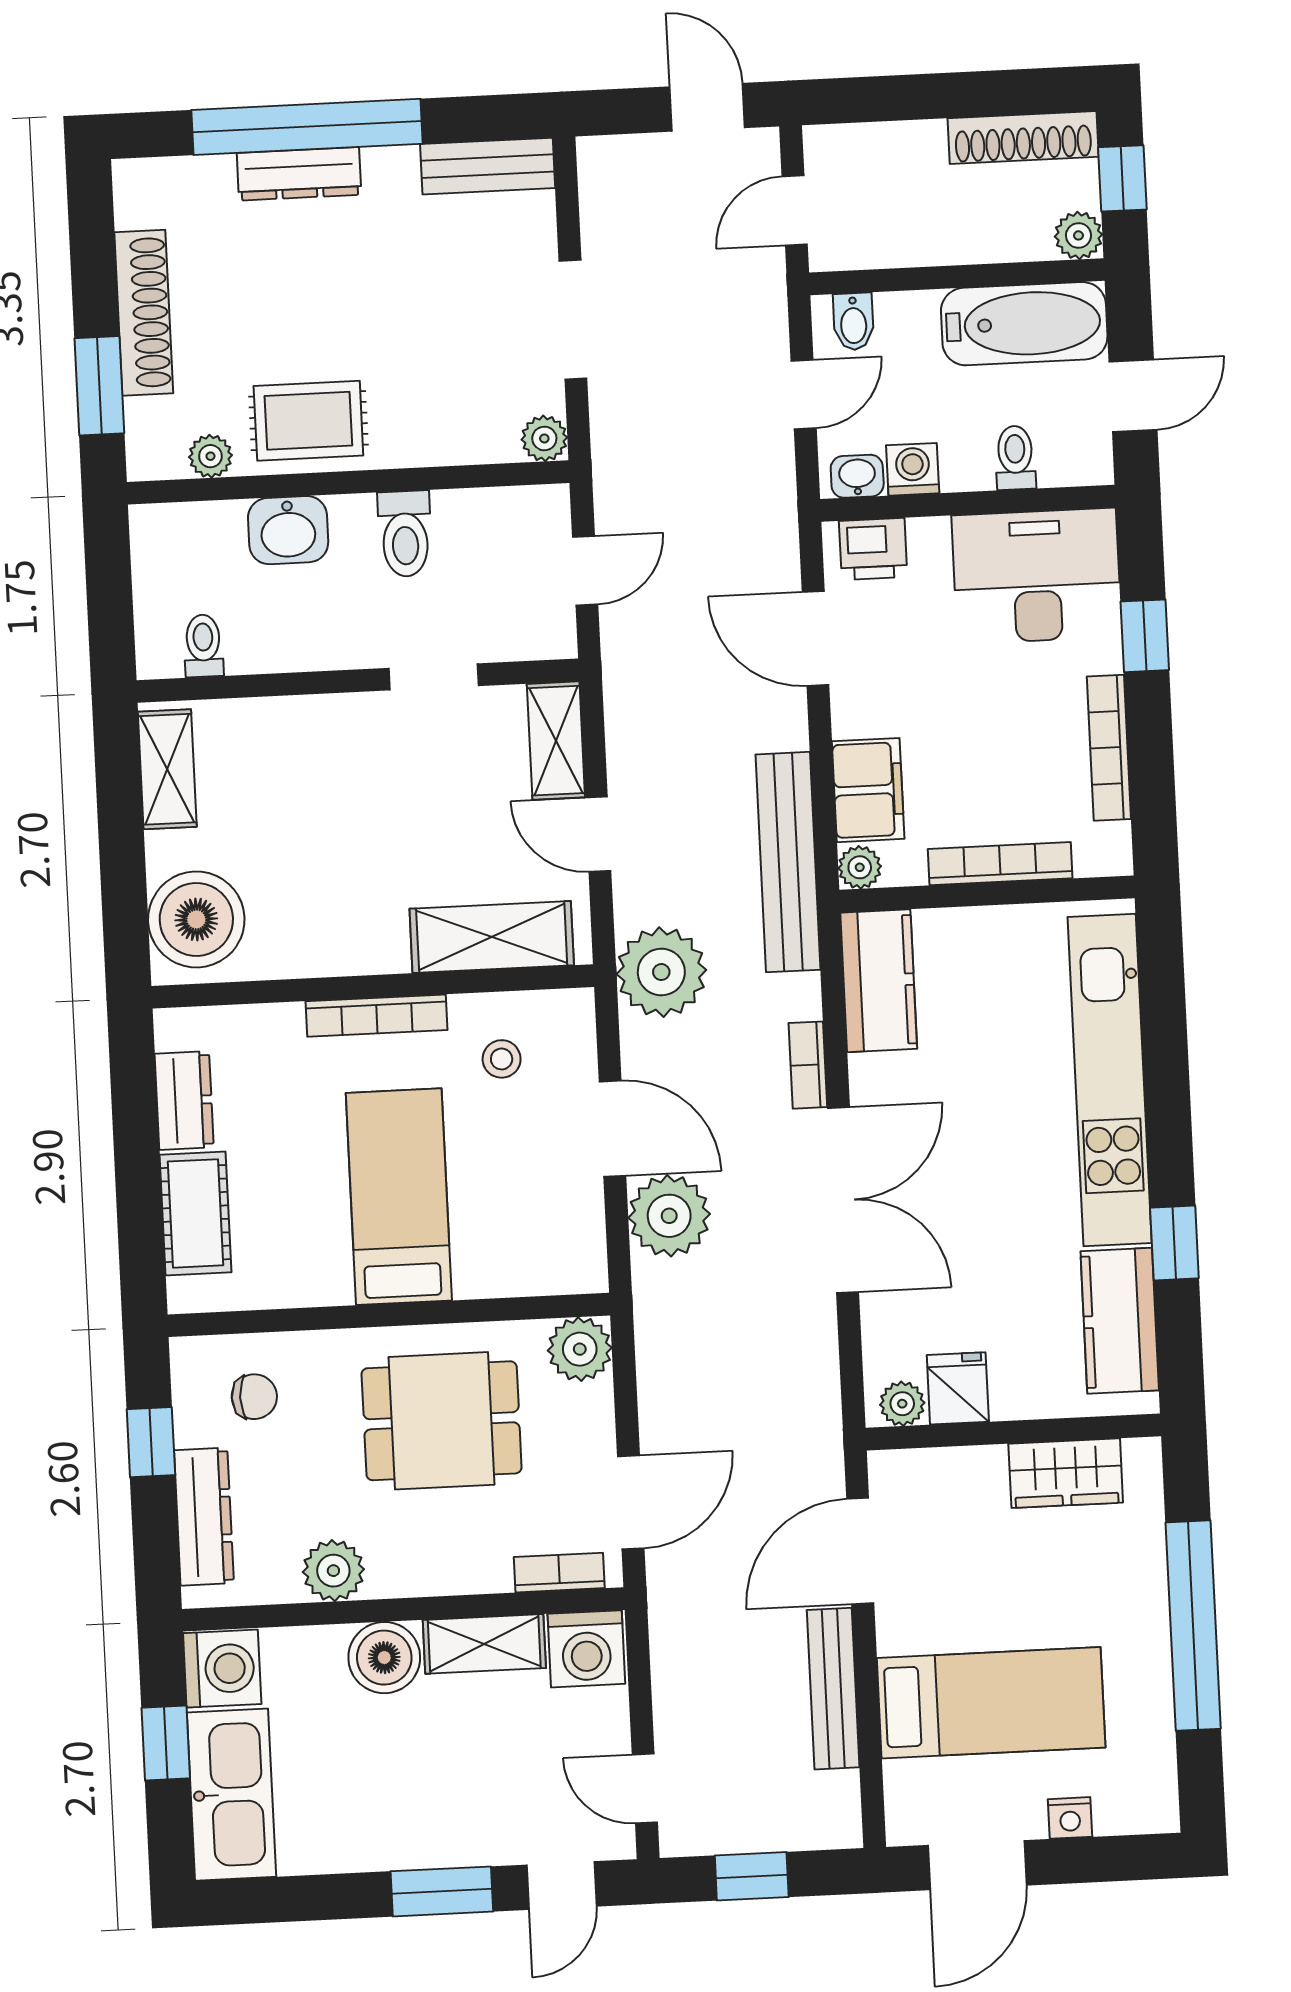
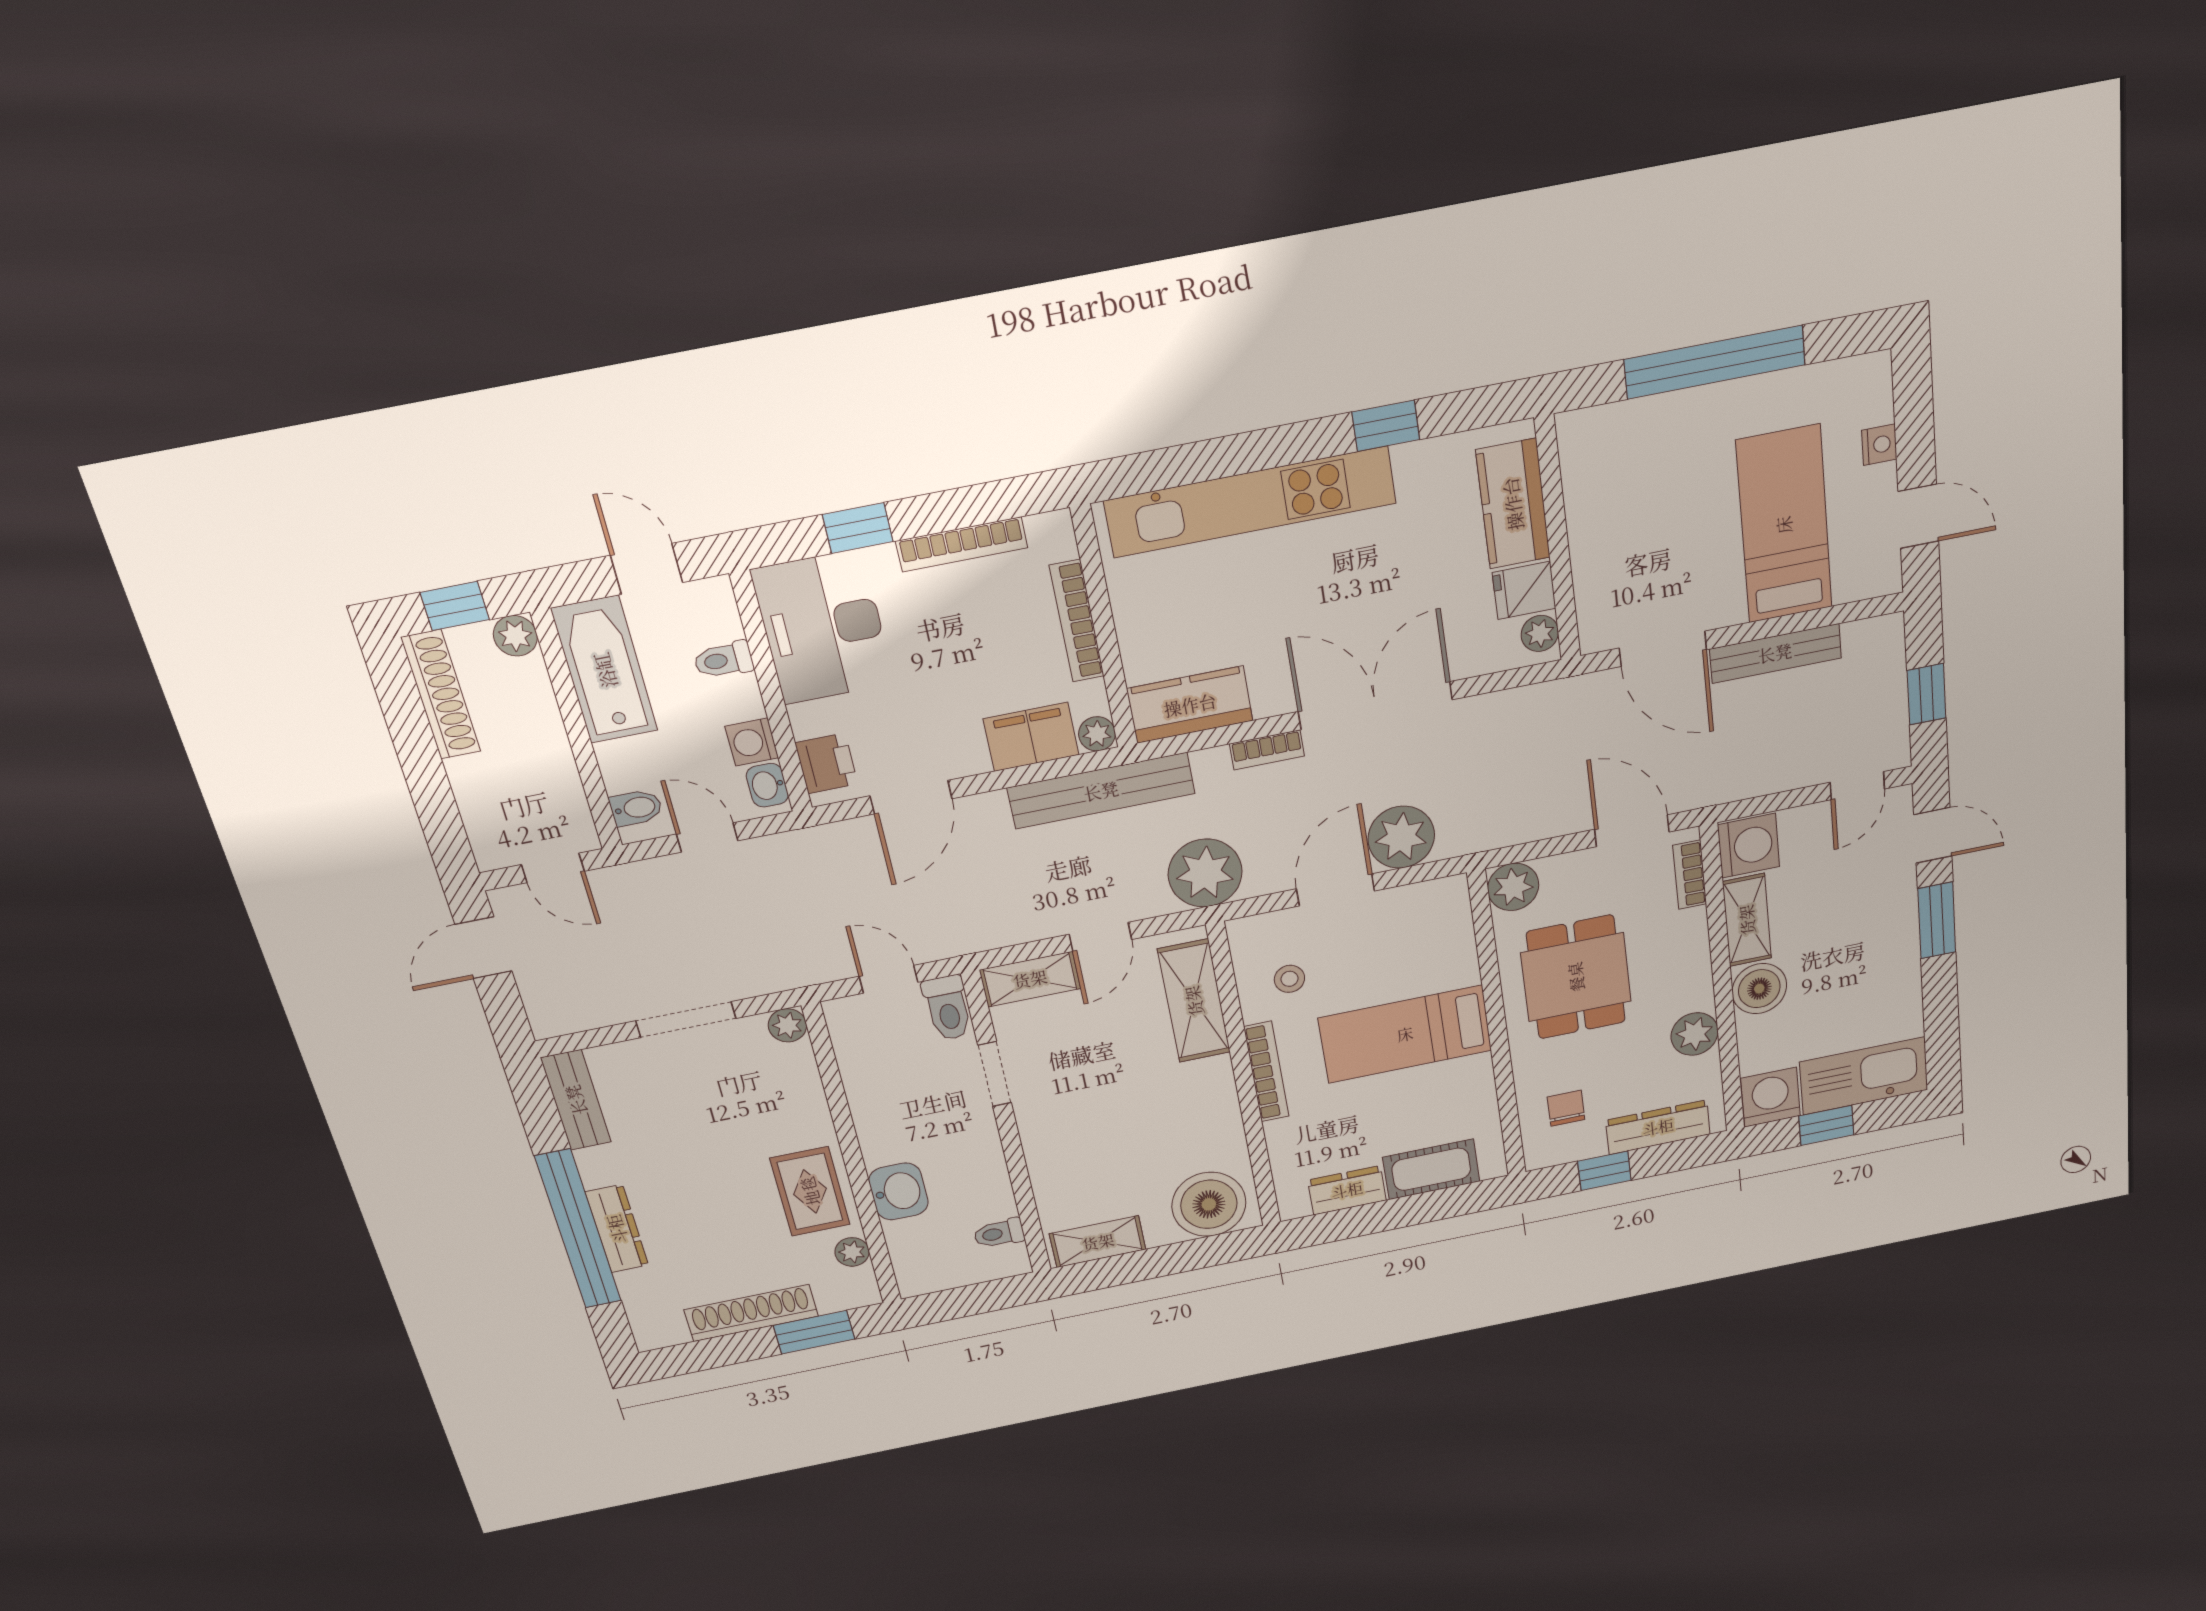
toilet: (405, 534) -> (948, 1008), moved, turned 90
kitchen counter: (1120, 1321) -> (1513, 504), moved, turned 90
wardrobe: (1066, 1473) -> (1590, 490), removed
door: (977, 1865) -> (1918, 516), width x0.73

